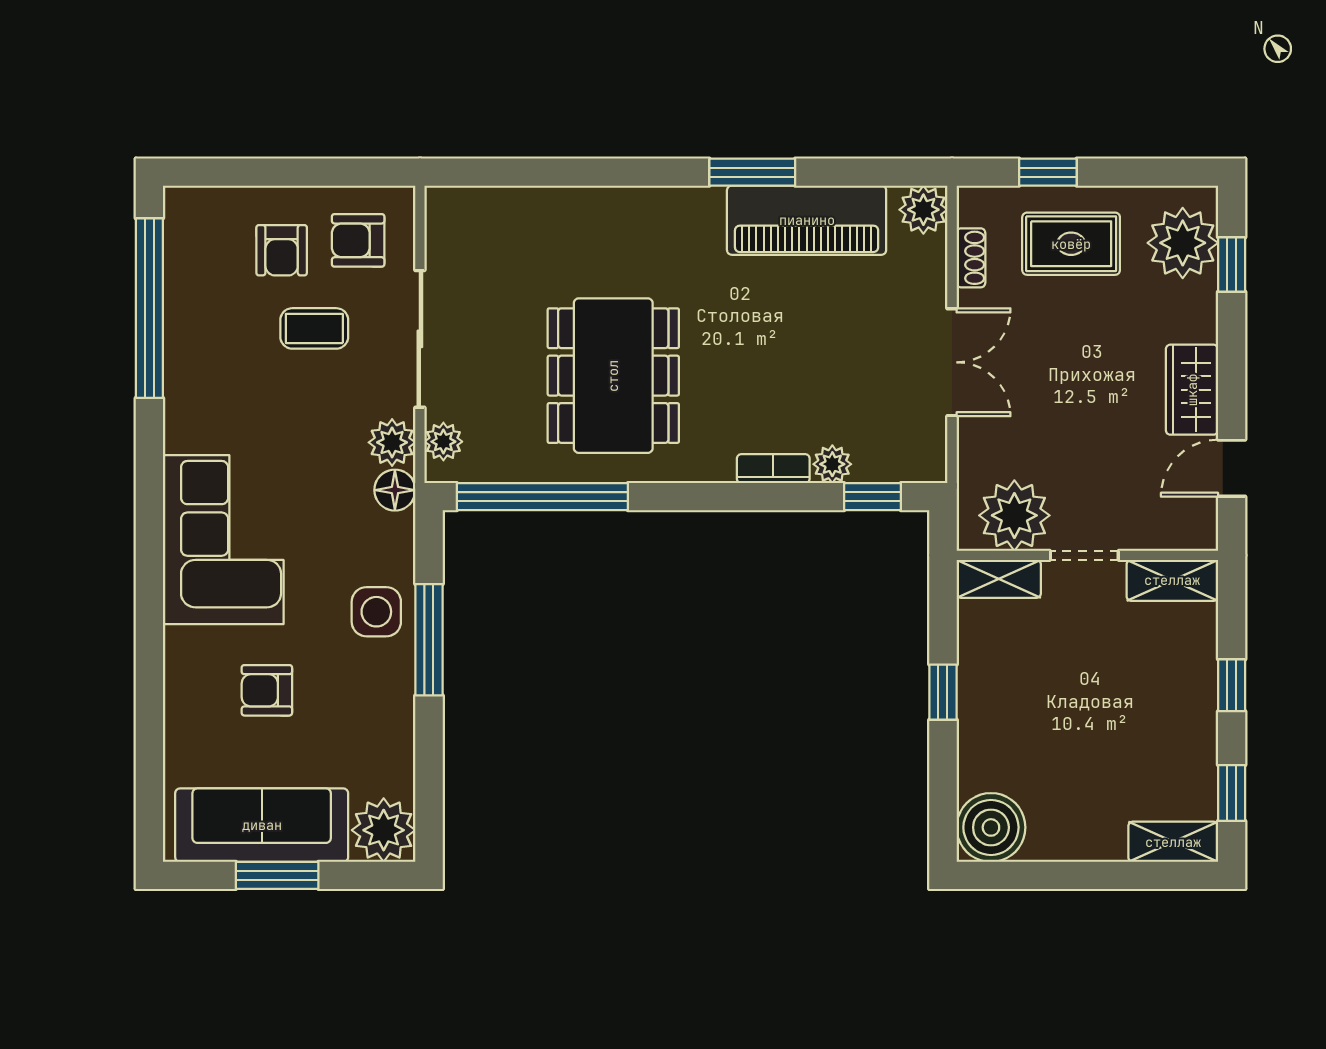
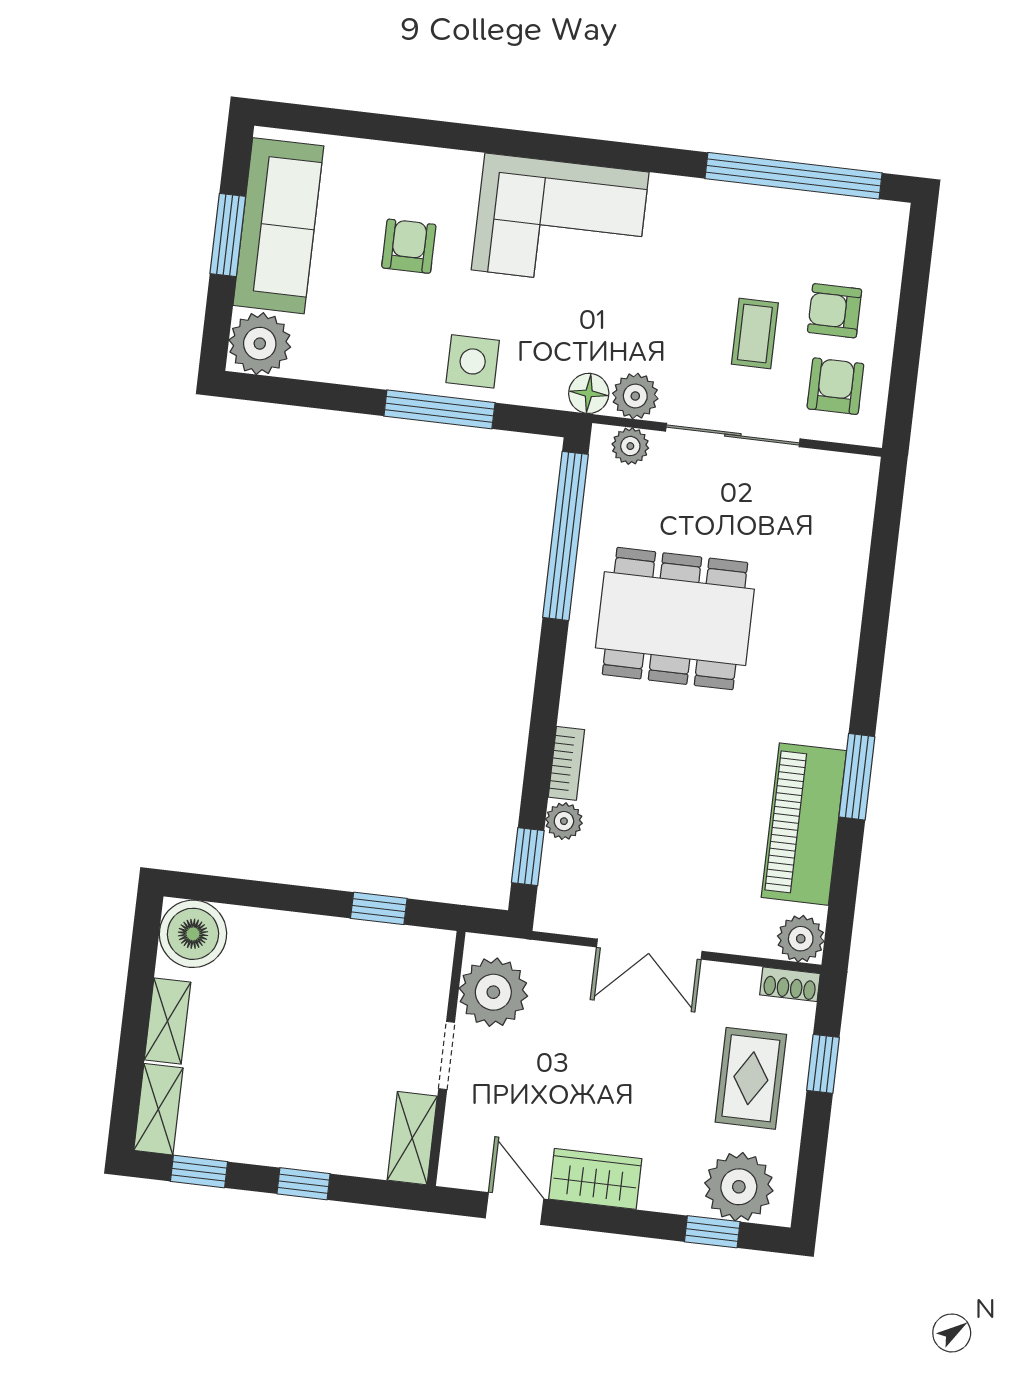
shoe rack: (971, 258) -> (790, 984), moved
shelving: (999, 579) -> (168, 1021), moved
window: (943, 692) -> (379, 908), moved

